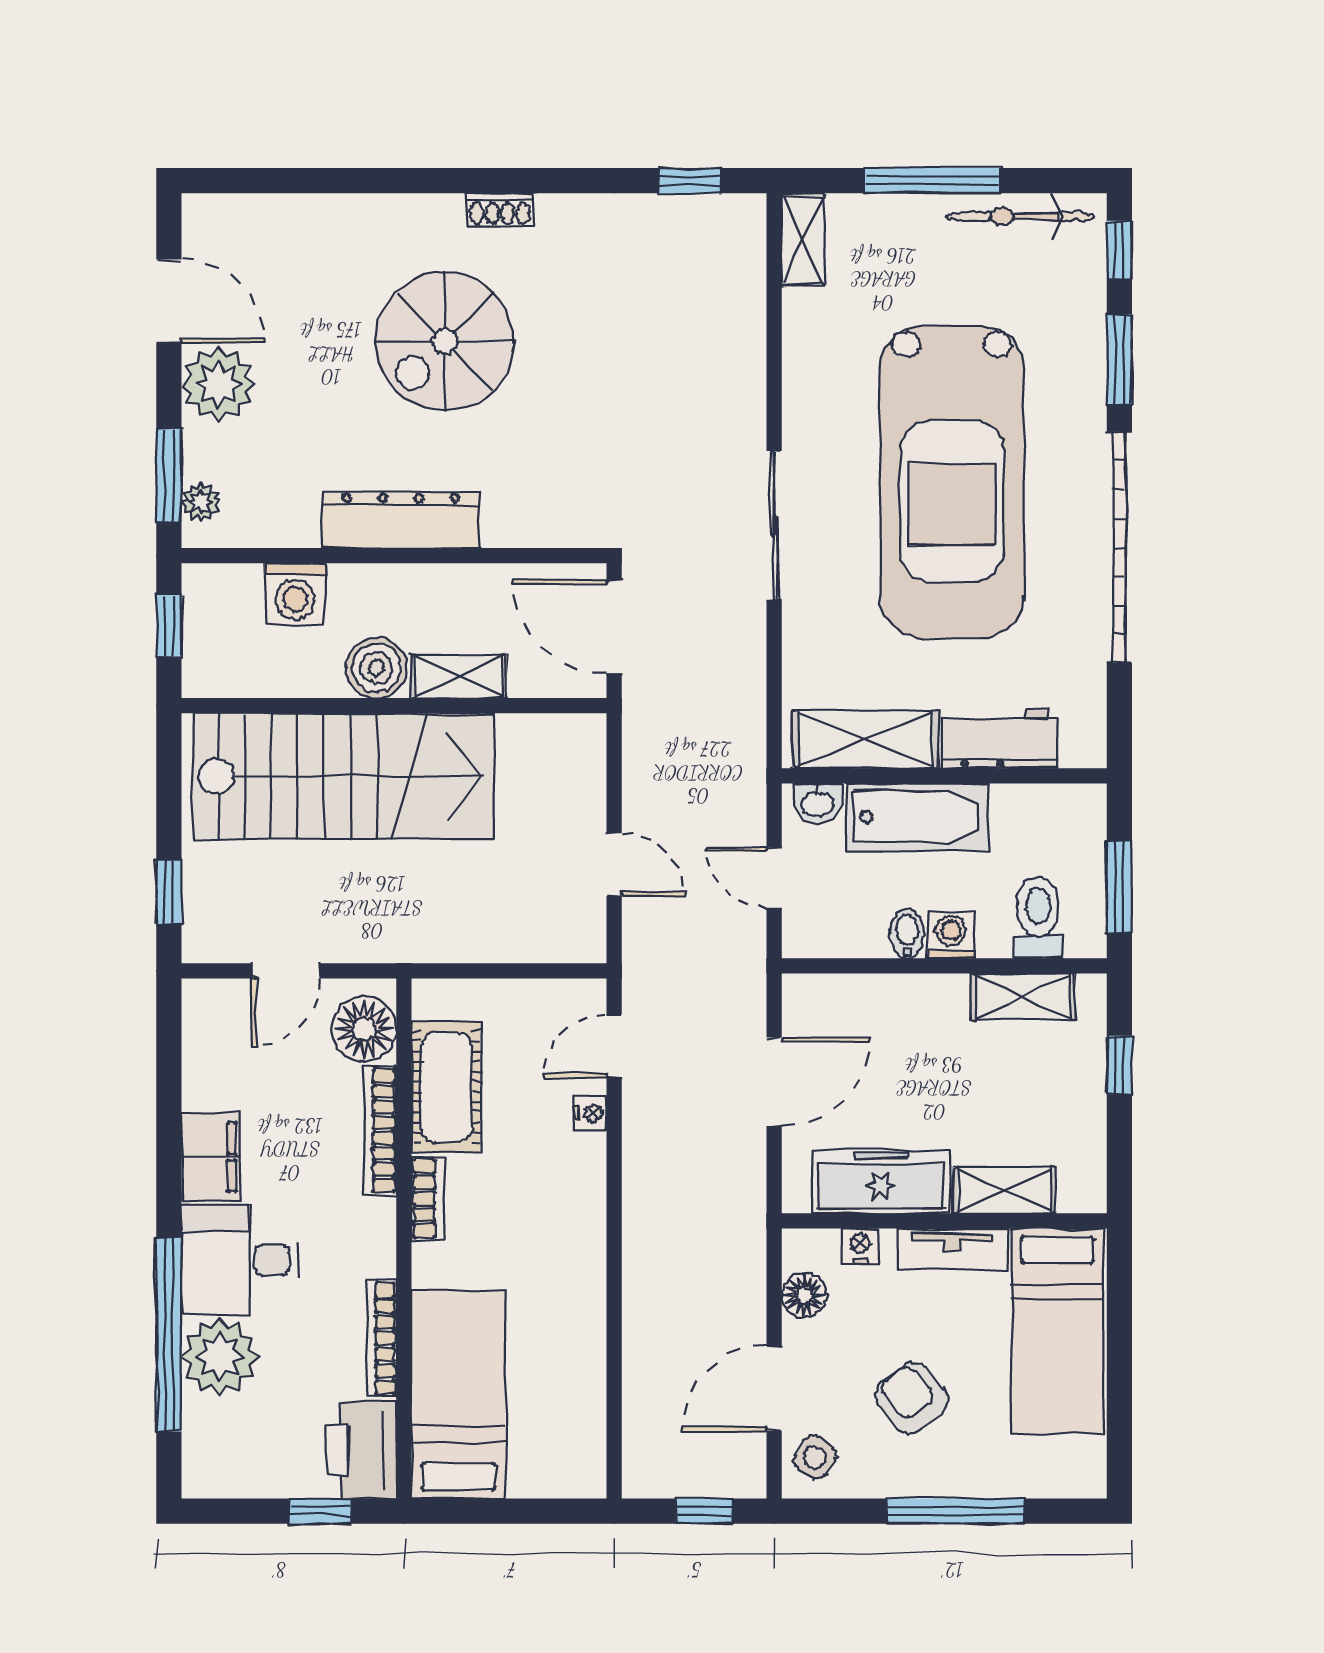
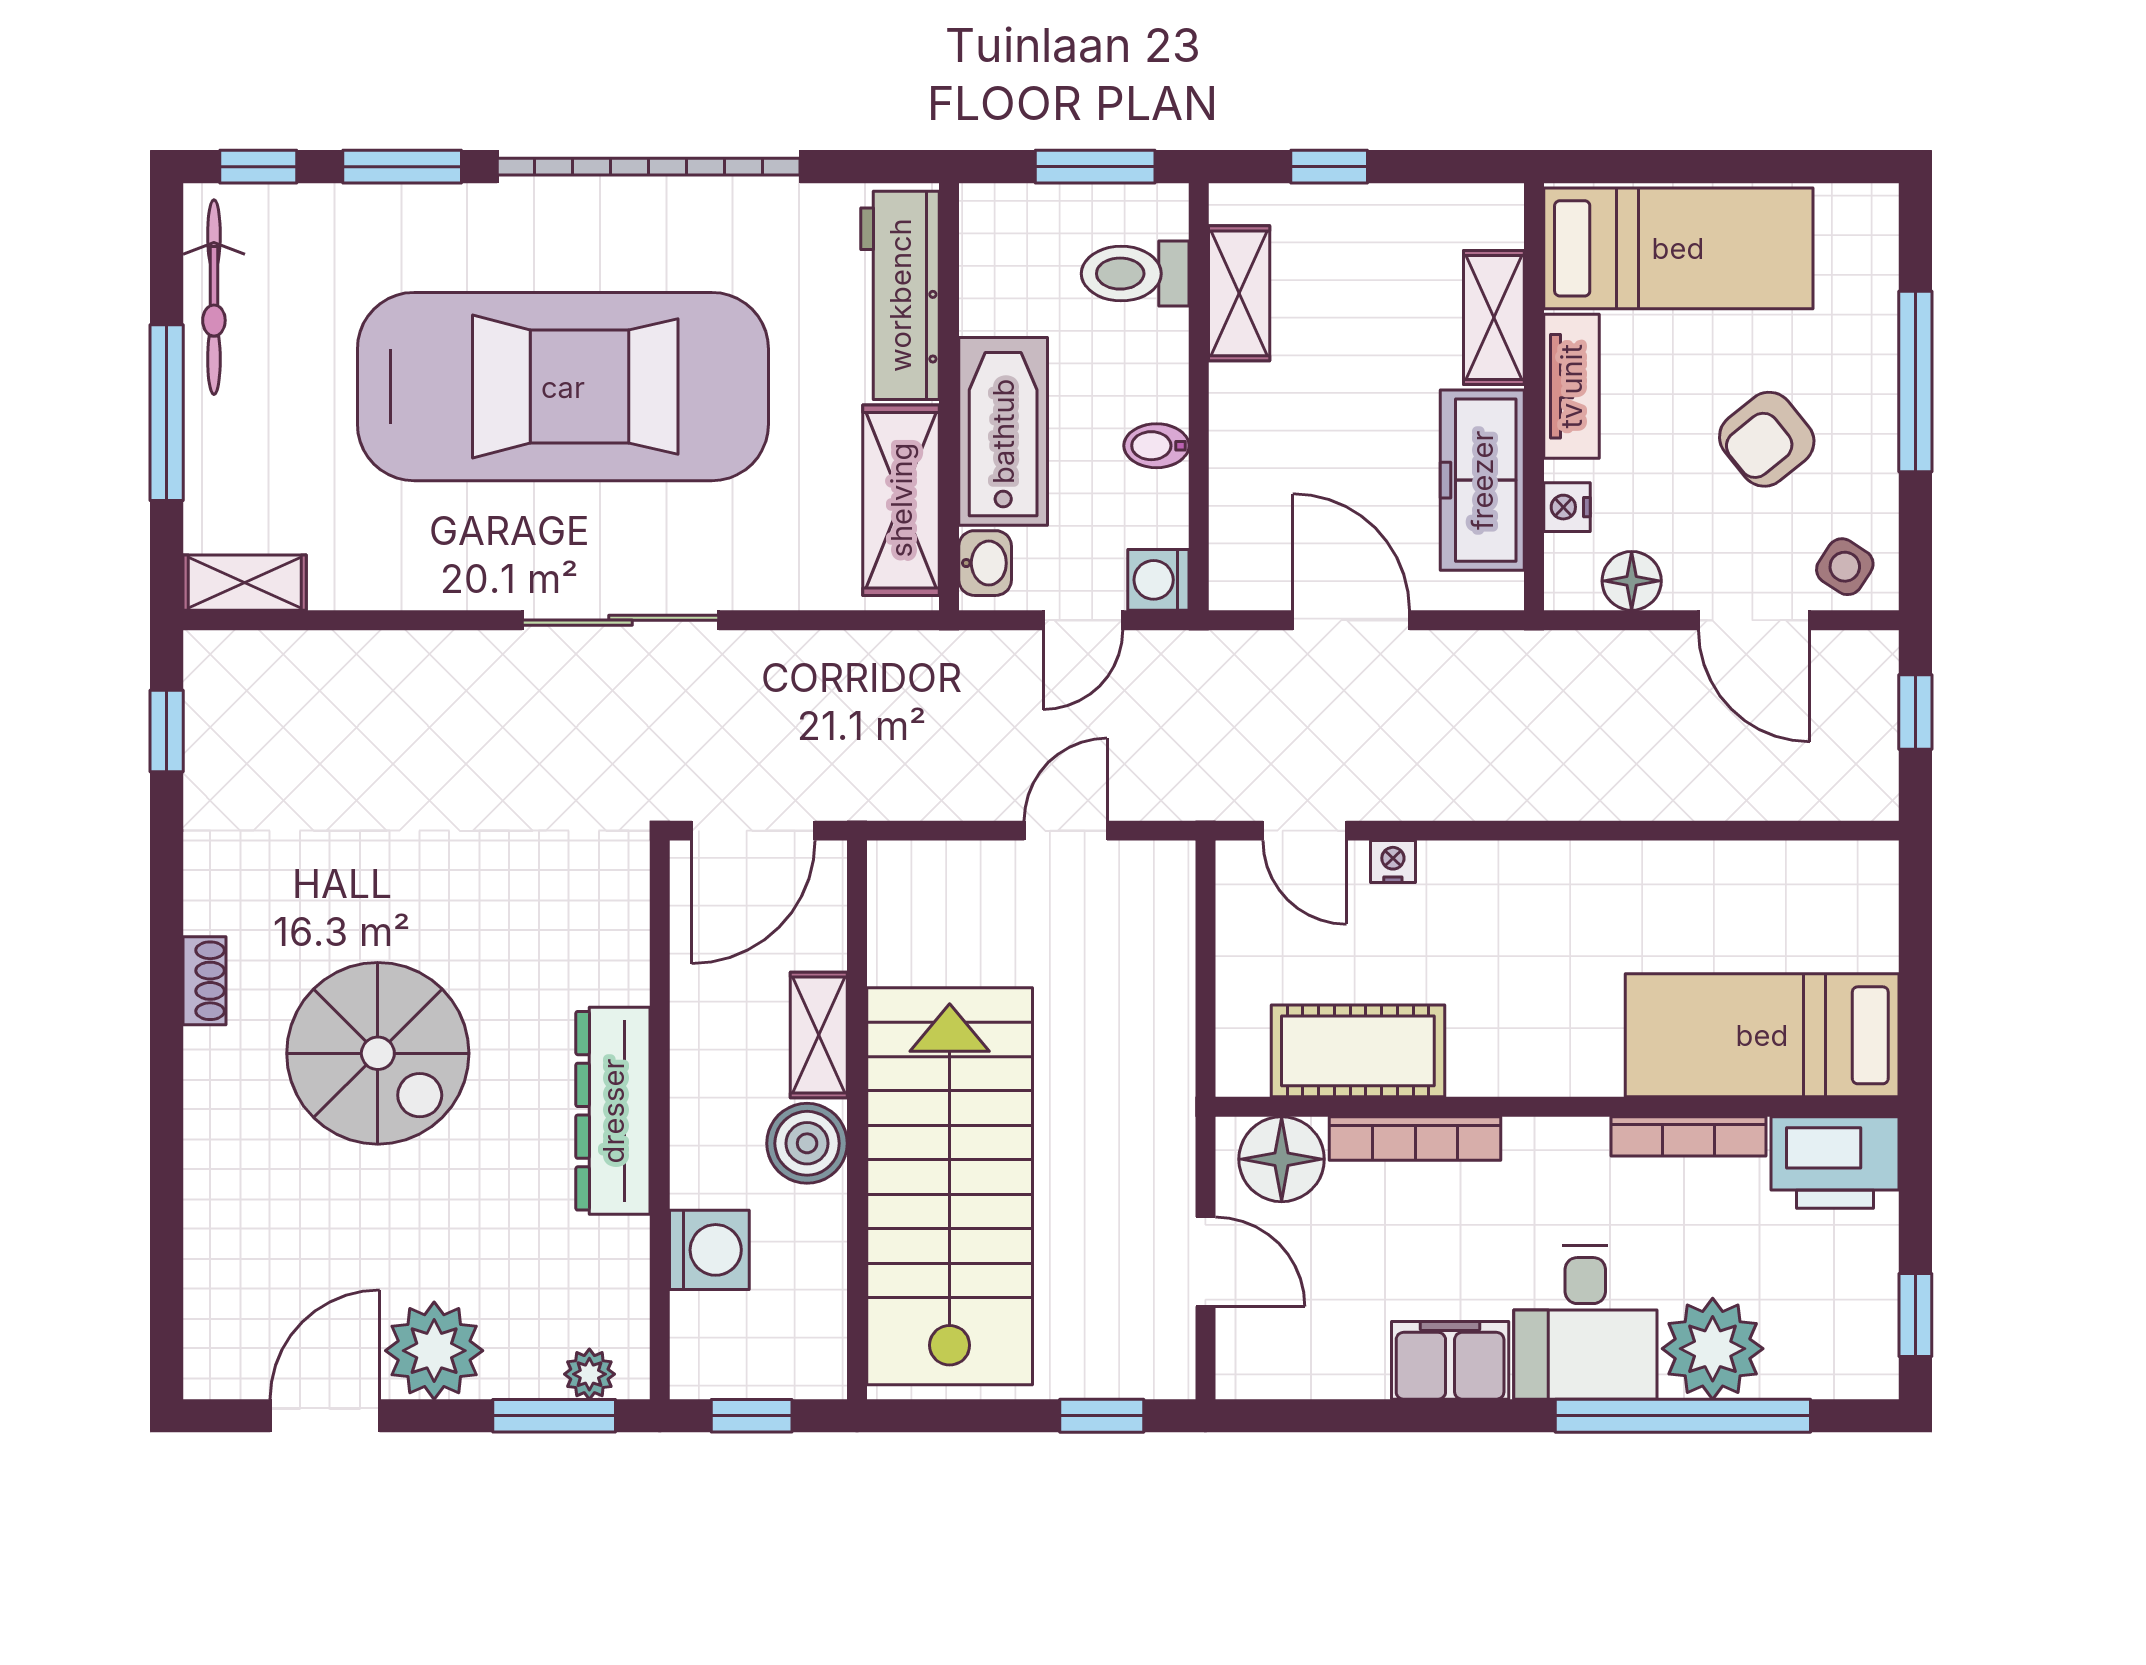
workbench: (1000, 738) -> (900, 295), width x1.38
washing machine: (951, 935) -> (1158, 580), moved
bookcase: (428, 1199) -> (1505, 1075), removed
window: (320, 1511) -> (1915, 1315), moved

